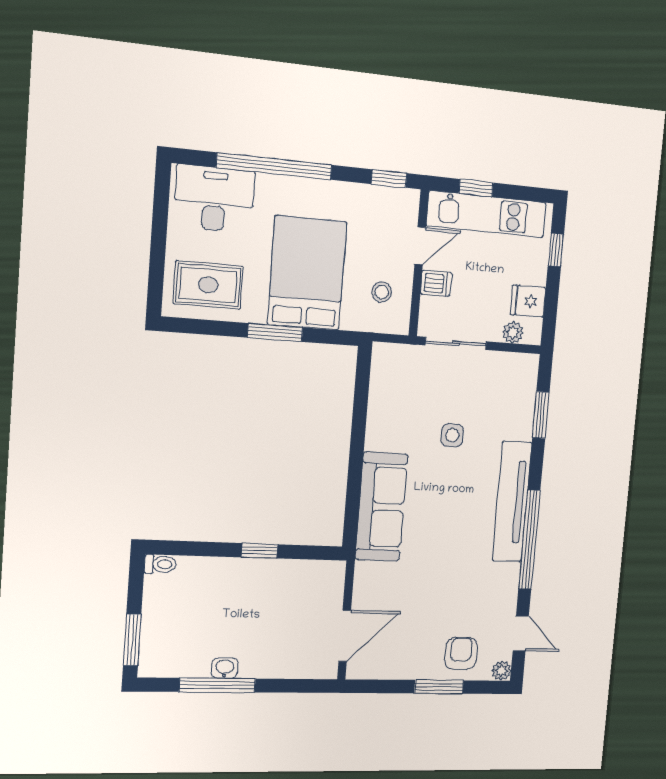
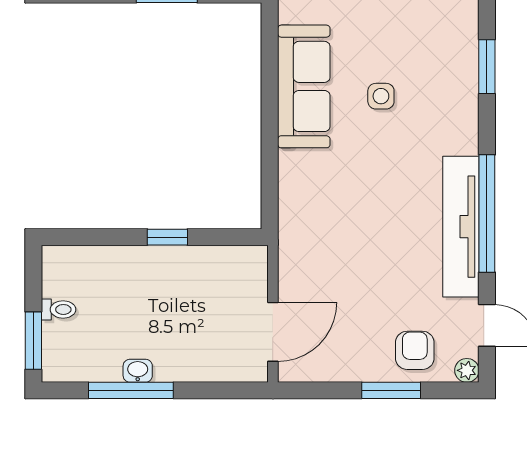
tv unit: (512, 502) -> (461, 227), moved
sofa: (381, 507) -> (304, 86), moved
toilet: (160, 564) -> (59, 309), moved

